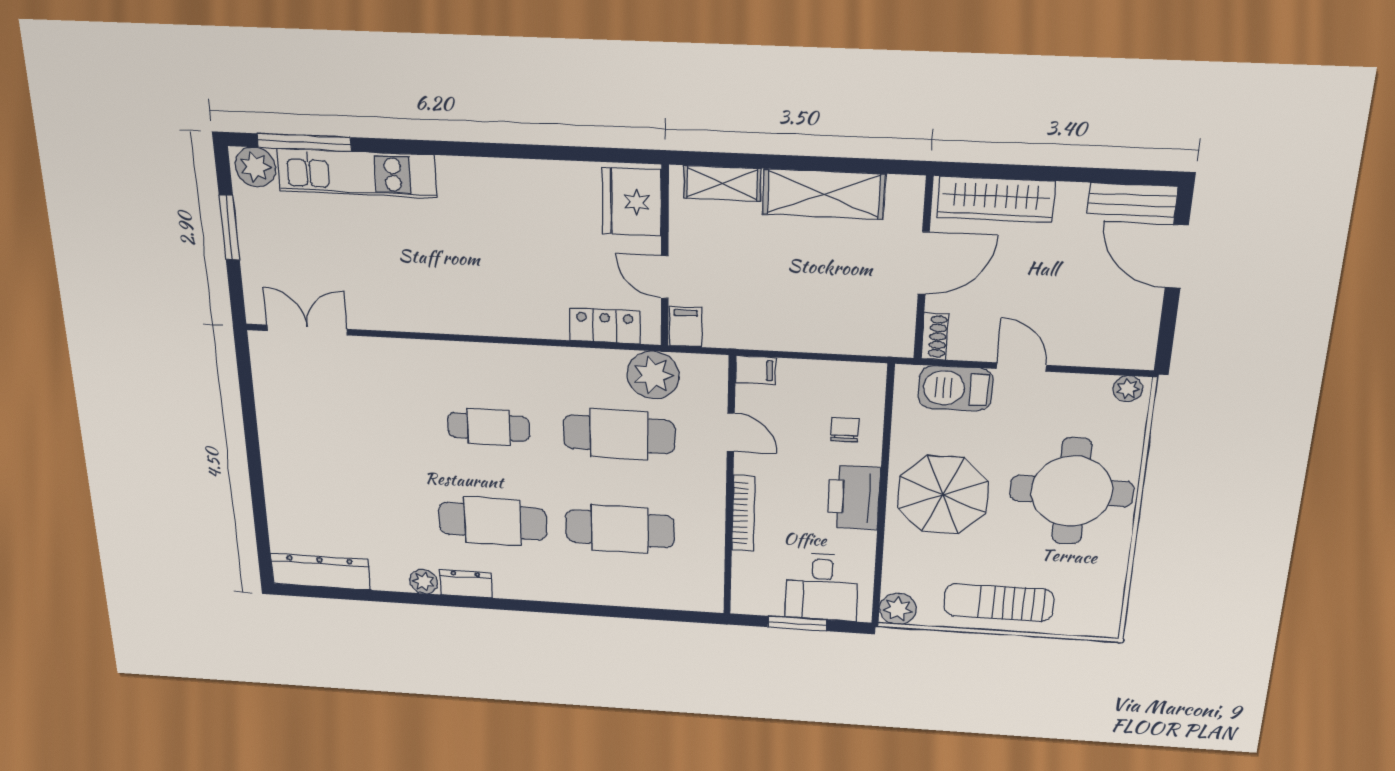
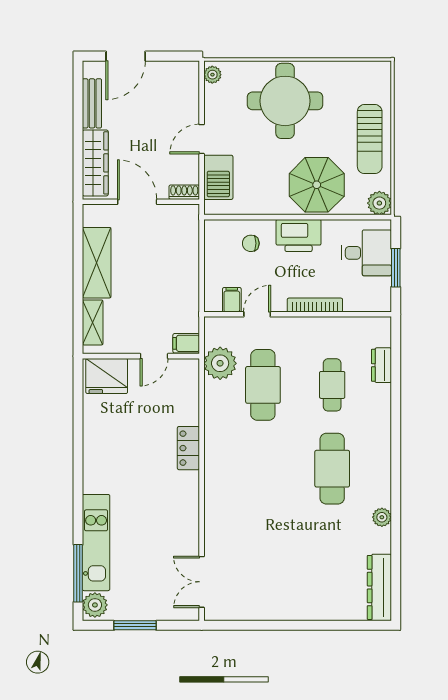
bench: (1132, 200) -> (92, 103), moved
locker: (605, 326) -> (188, 448), moved
filing cabinet: (756, 370) -> (232, 300), moved
cafe table: (489, 427) -> (263, 469), removed
parasol: (943, 495) -> (317, 185), moved
cafe table: (620, 529) -> (332, 385), width x0.73, depth x0.74
dresser: (466, 584) -> (381, 365), moved

